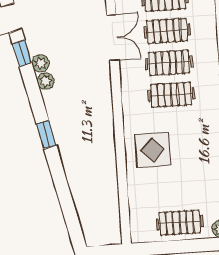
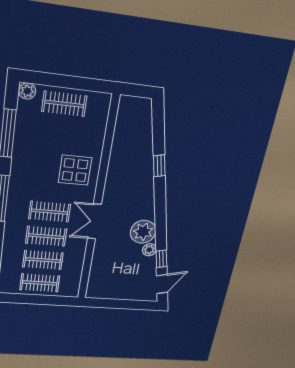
double door: (113, 37) -> (94, 221), moved
plant: (46, 81) -> (143, 232), width x1.88, depth x1.88
window: (46, 135) -> (159, 166), moved

